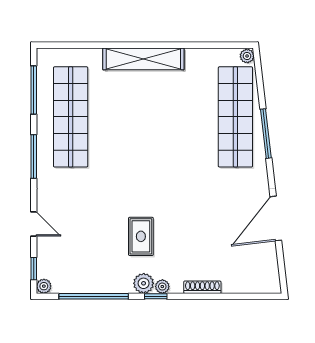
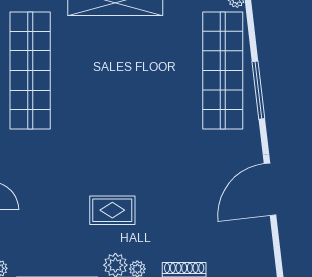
rug: (141, 236) -> (112, 210), turned 90

